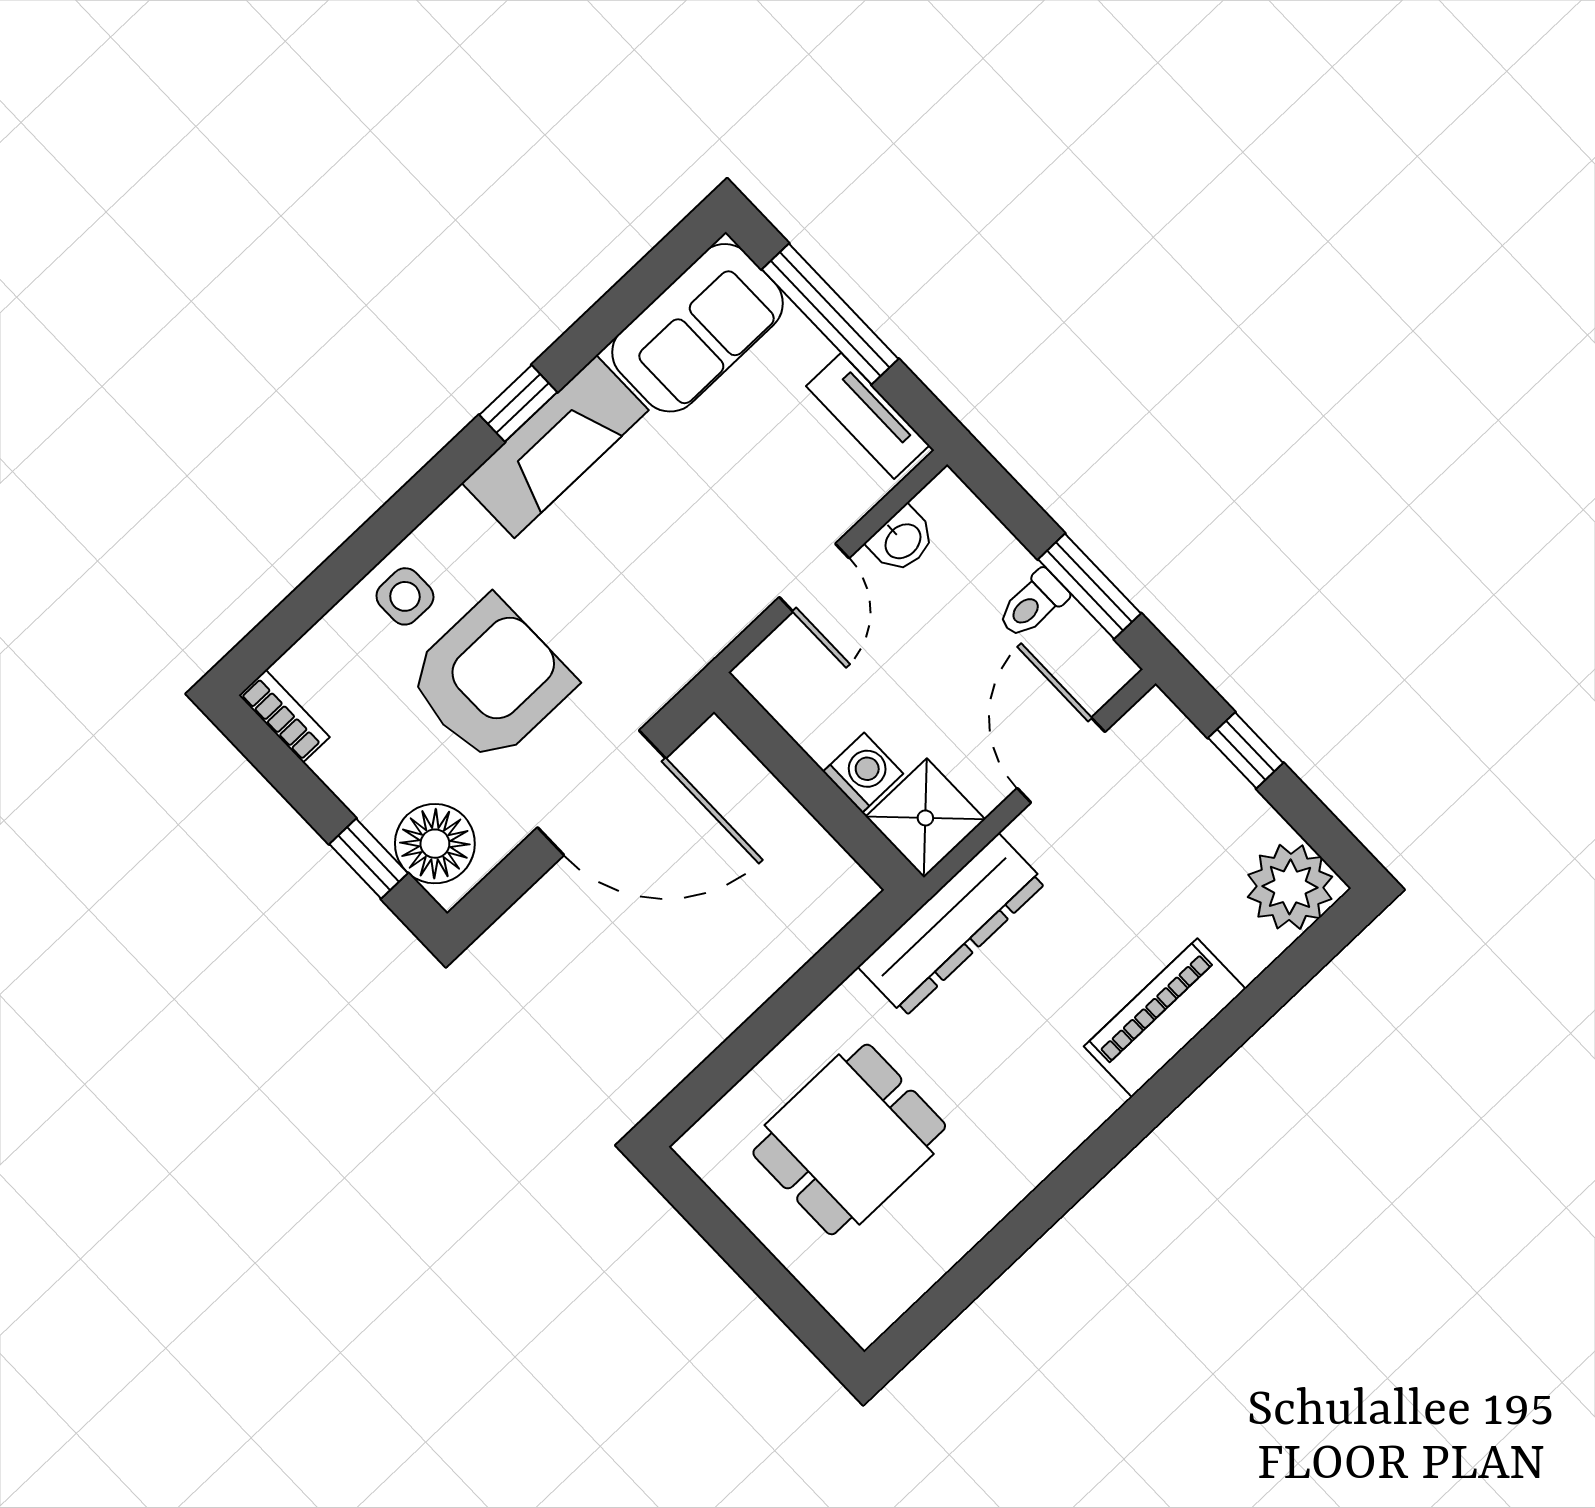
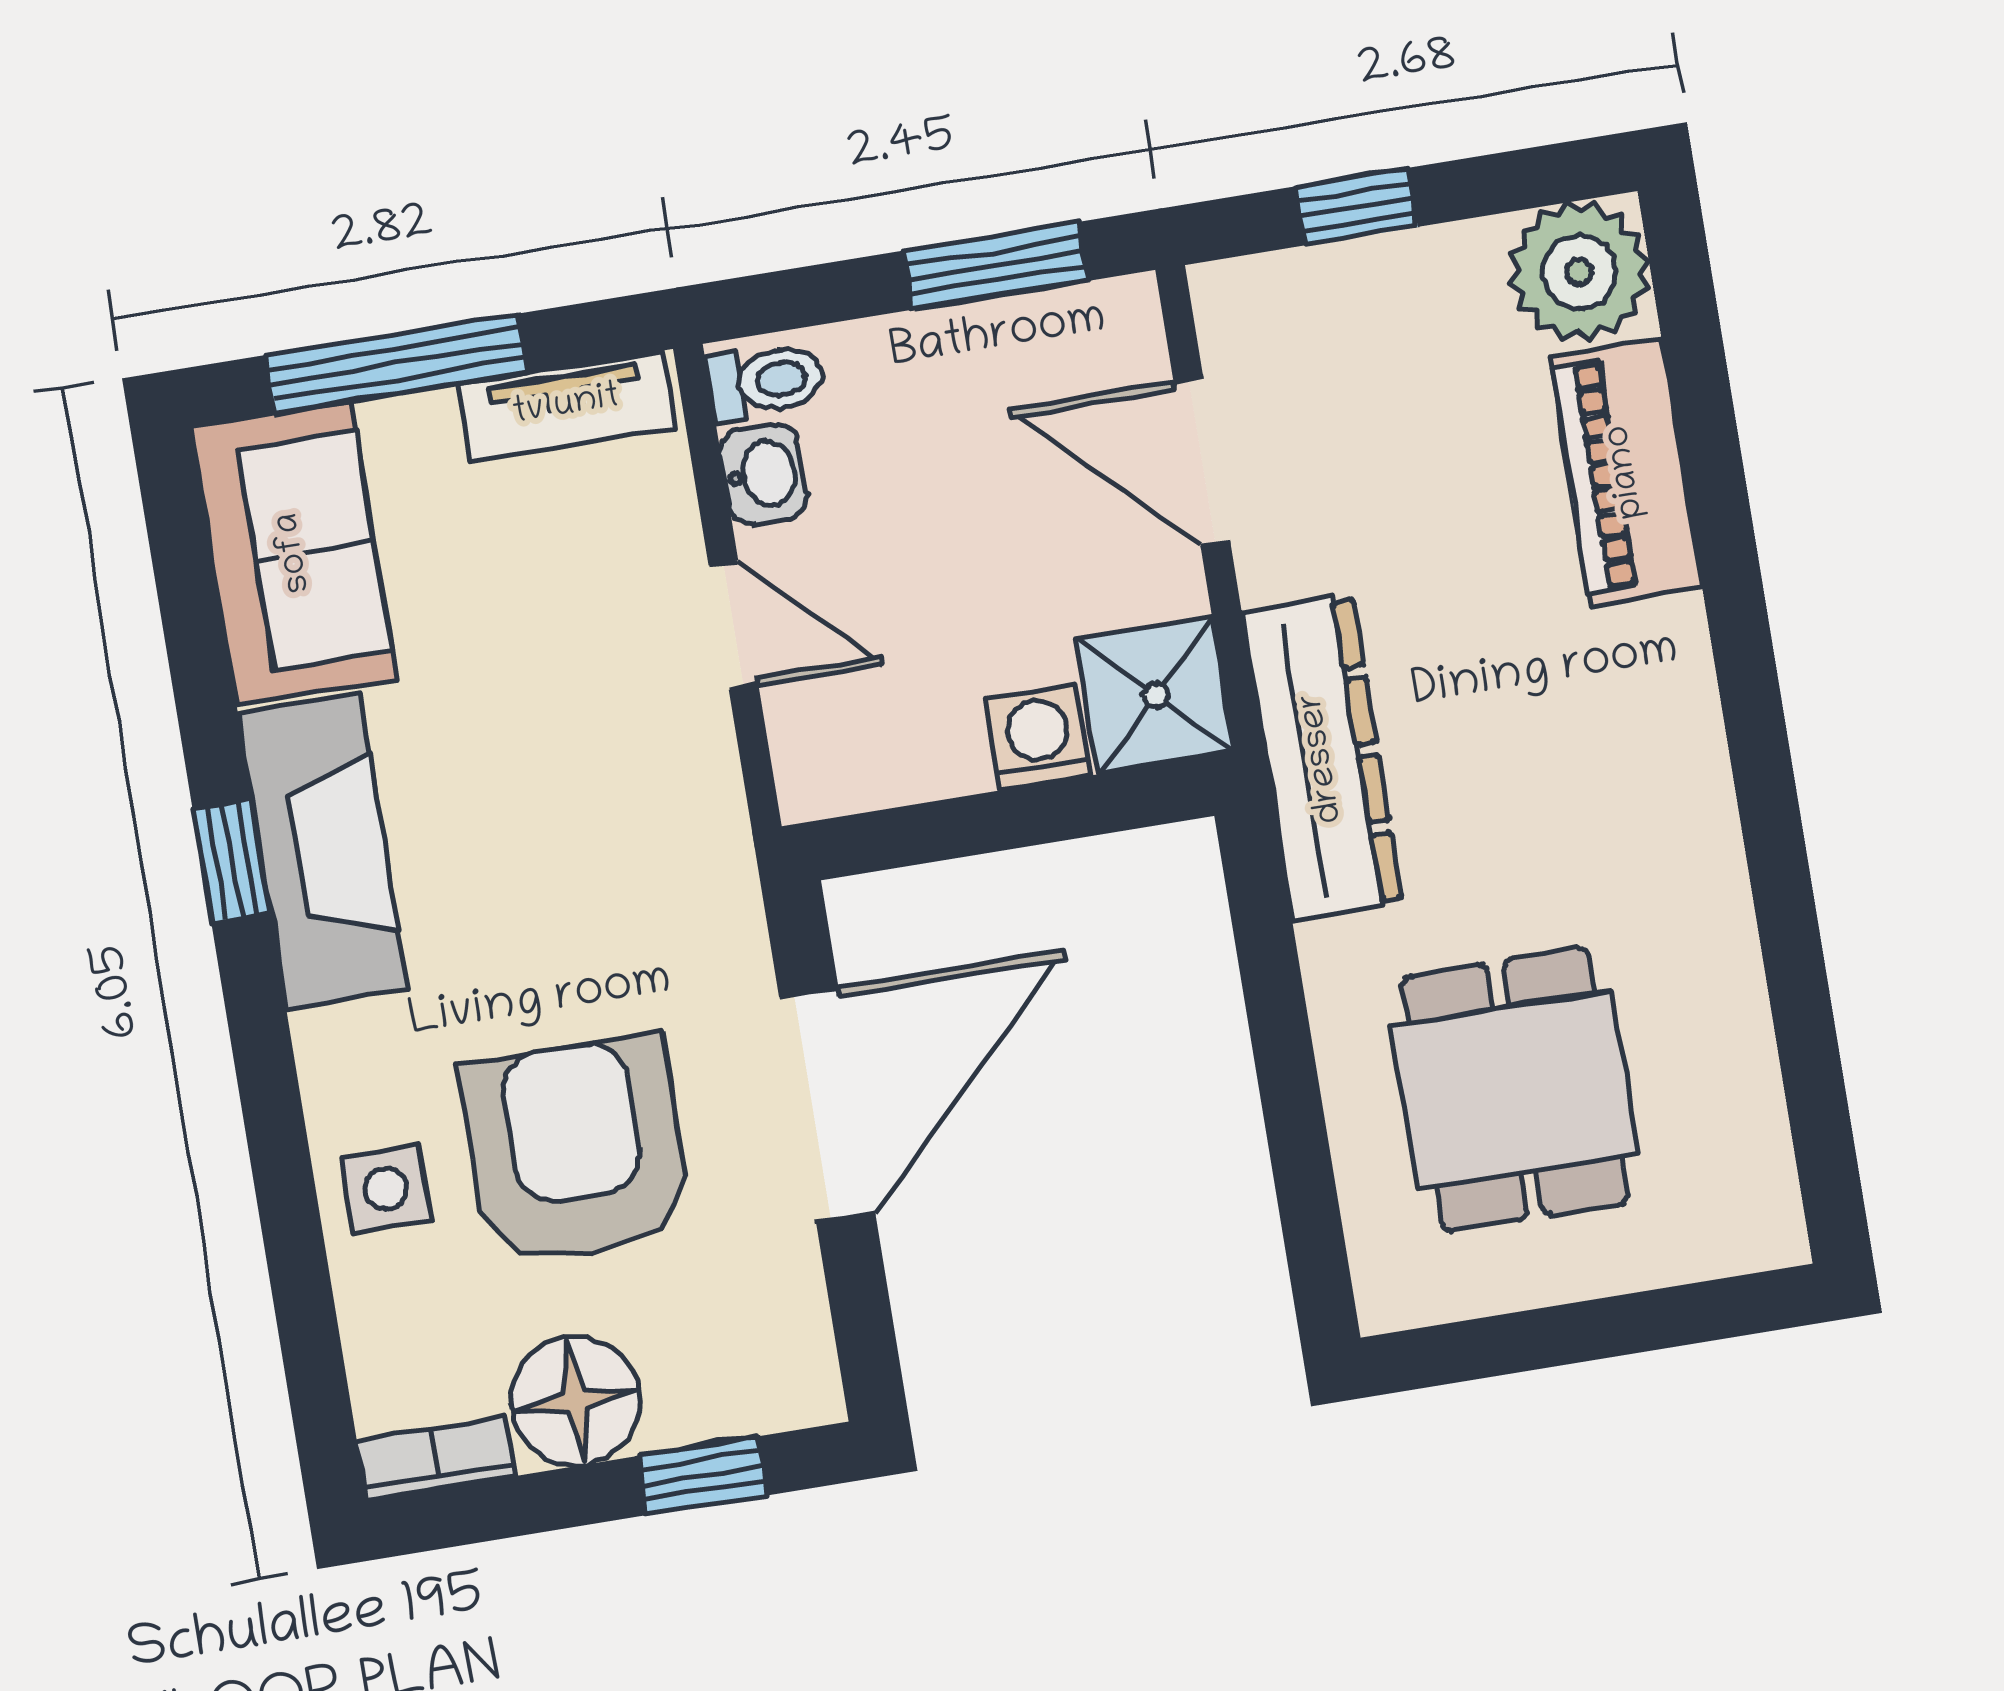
toilet: (1033, 604) -> (766, 381), moved, turned -90
floor lamp: (435, 844) -> (576, 1401), moved
piano: (1165, 1018) -> (1626, 472), moved

